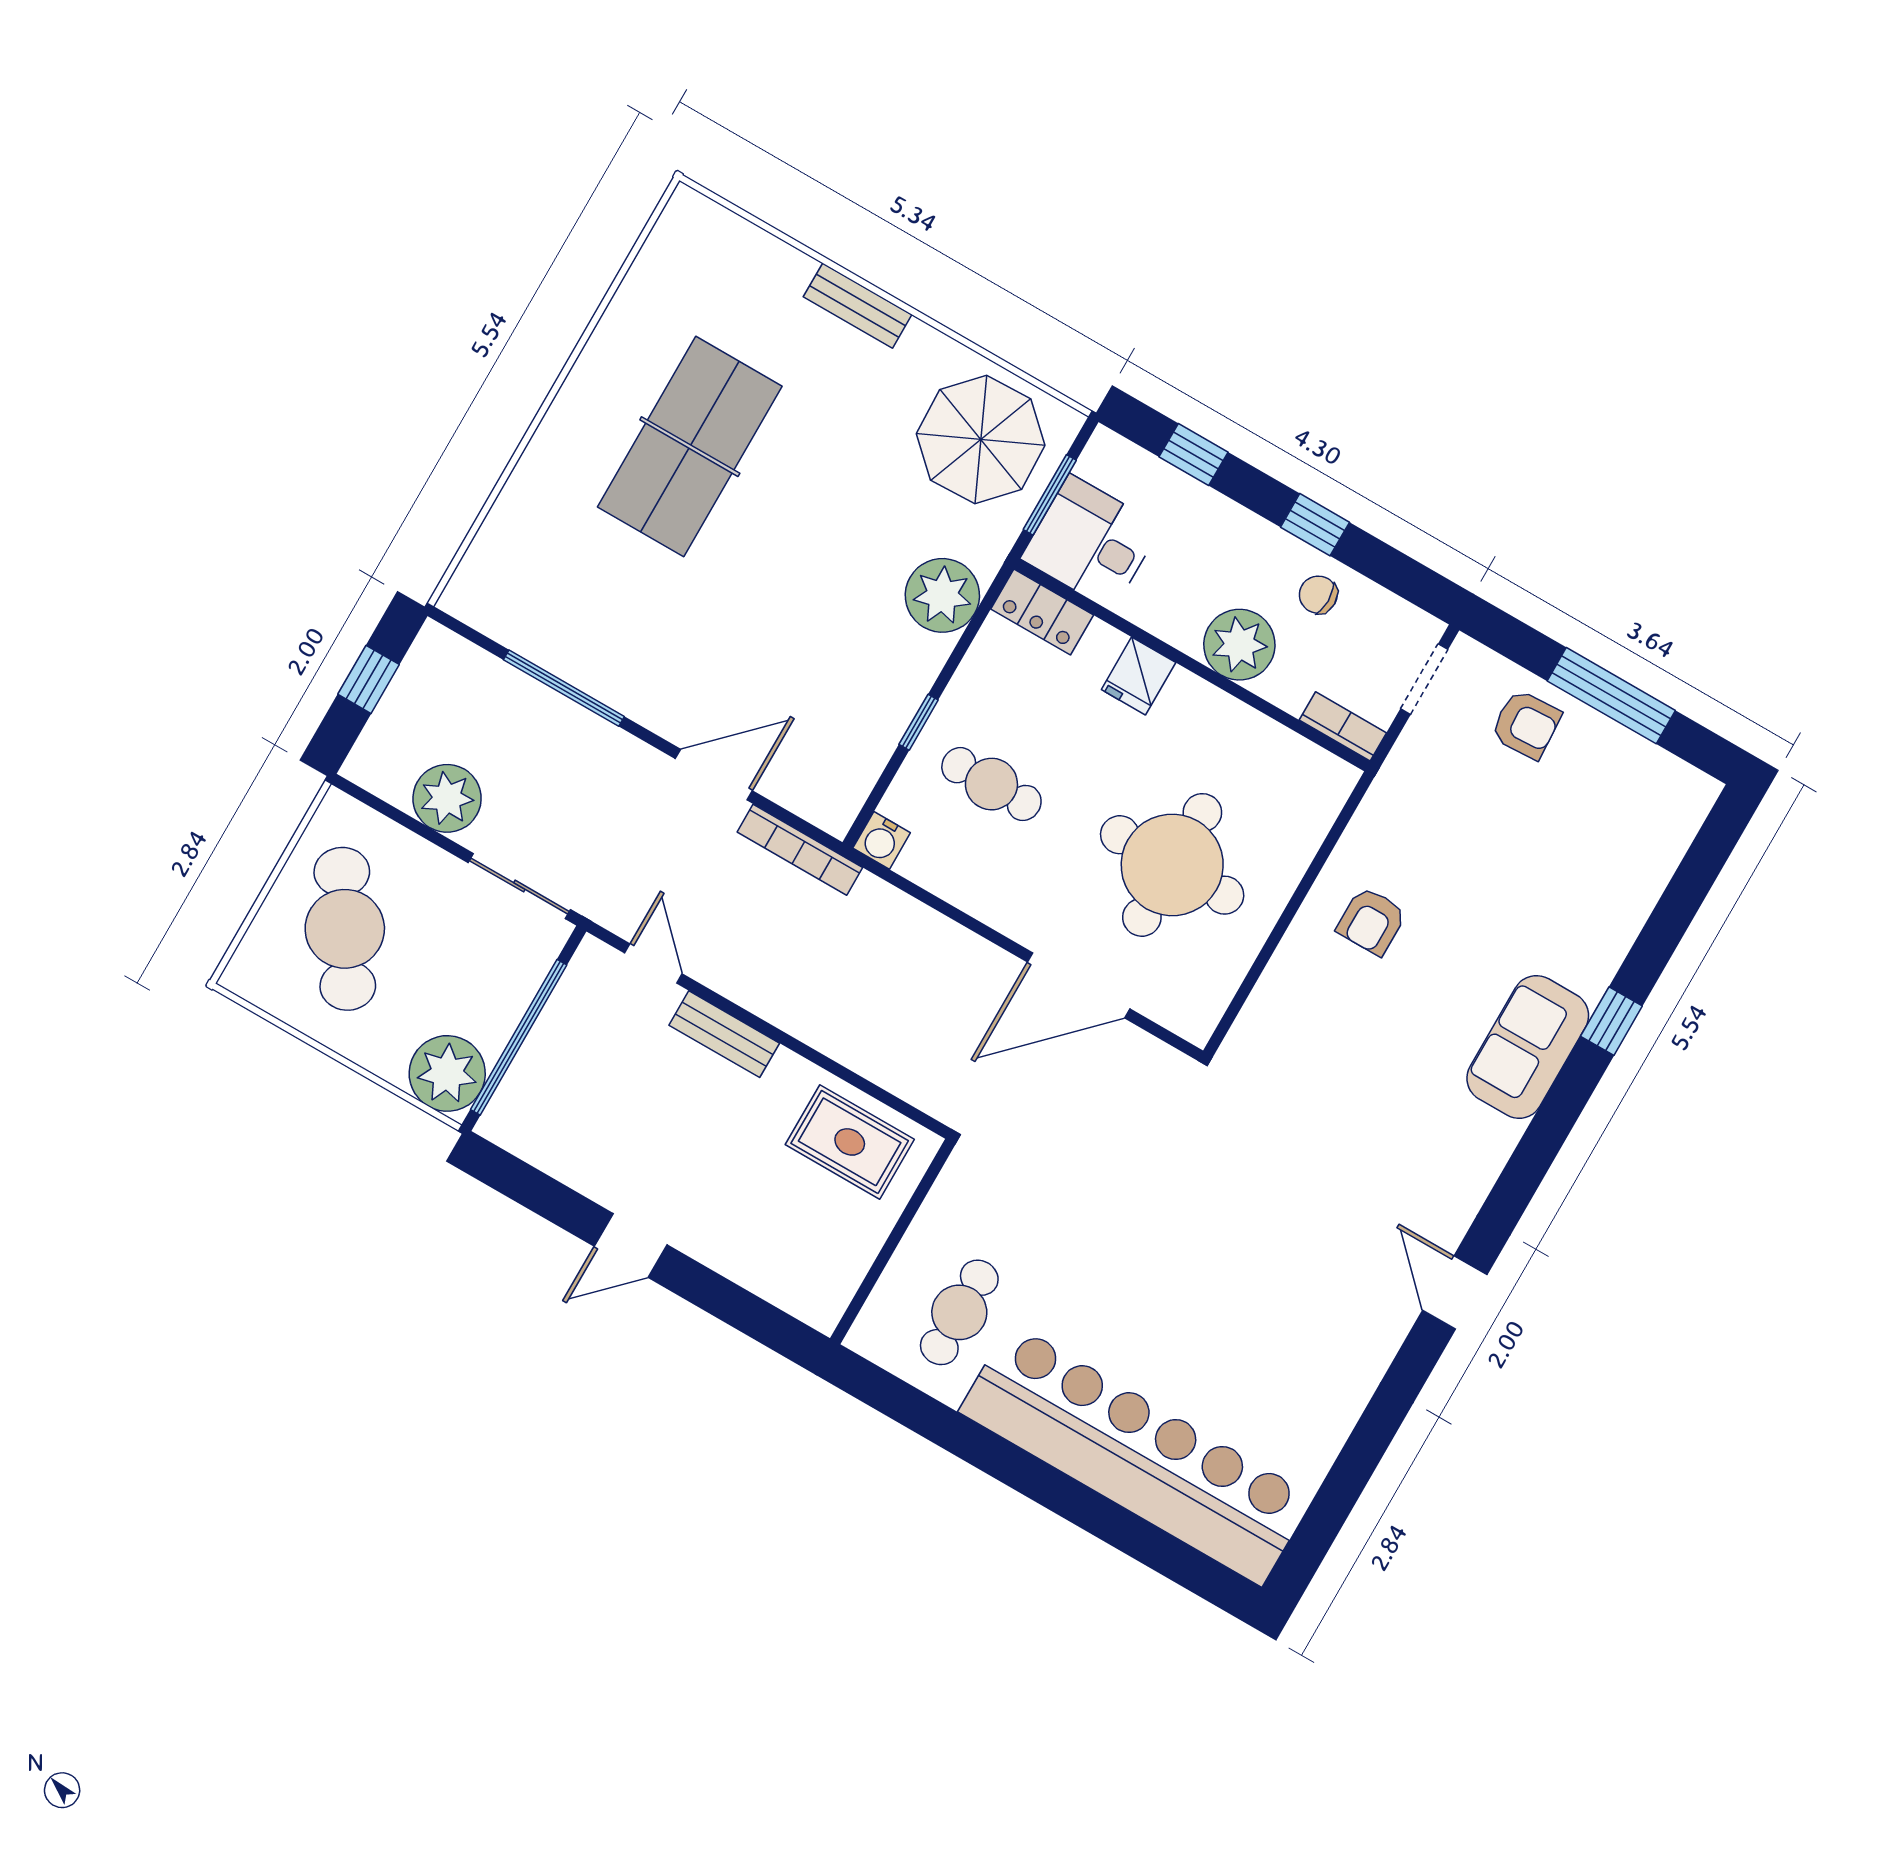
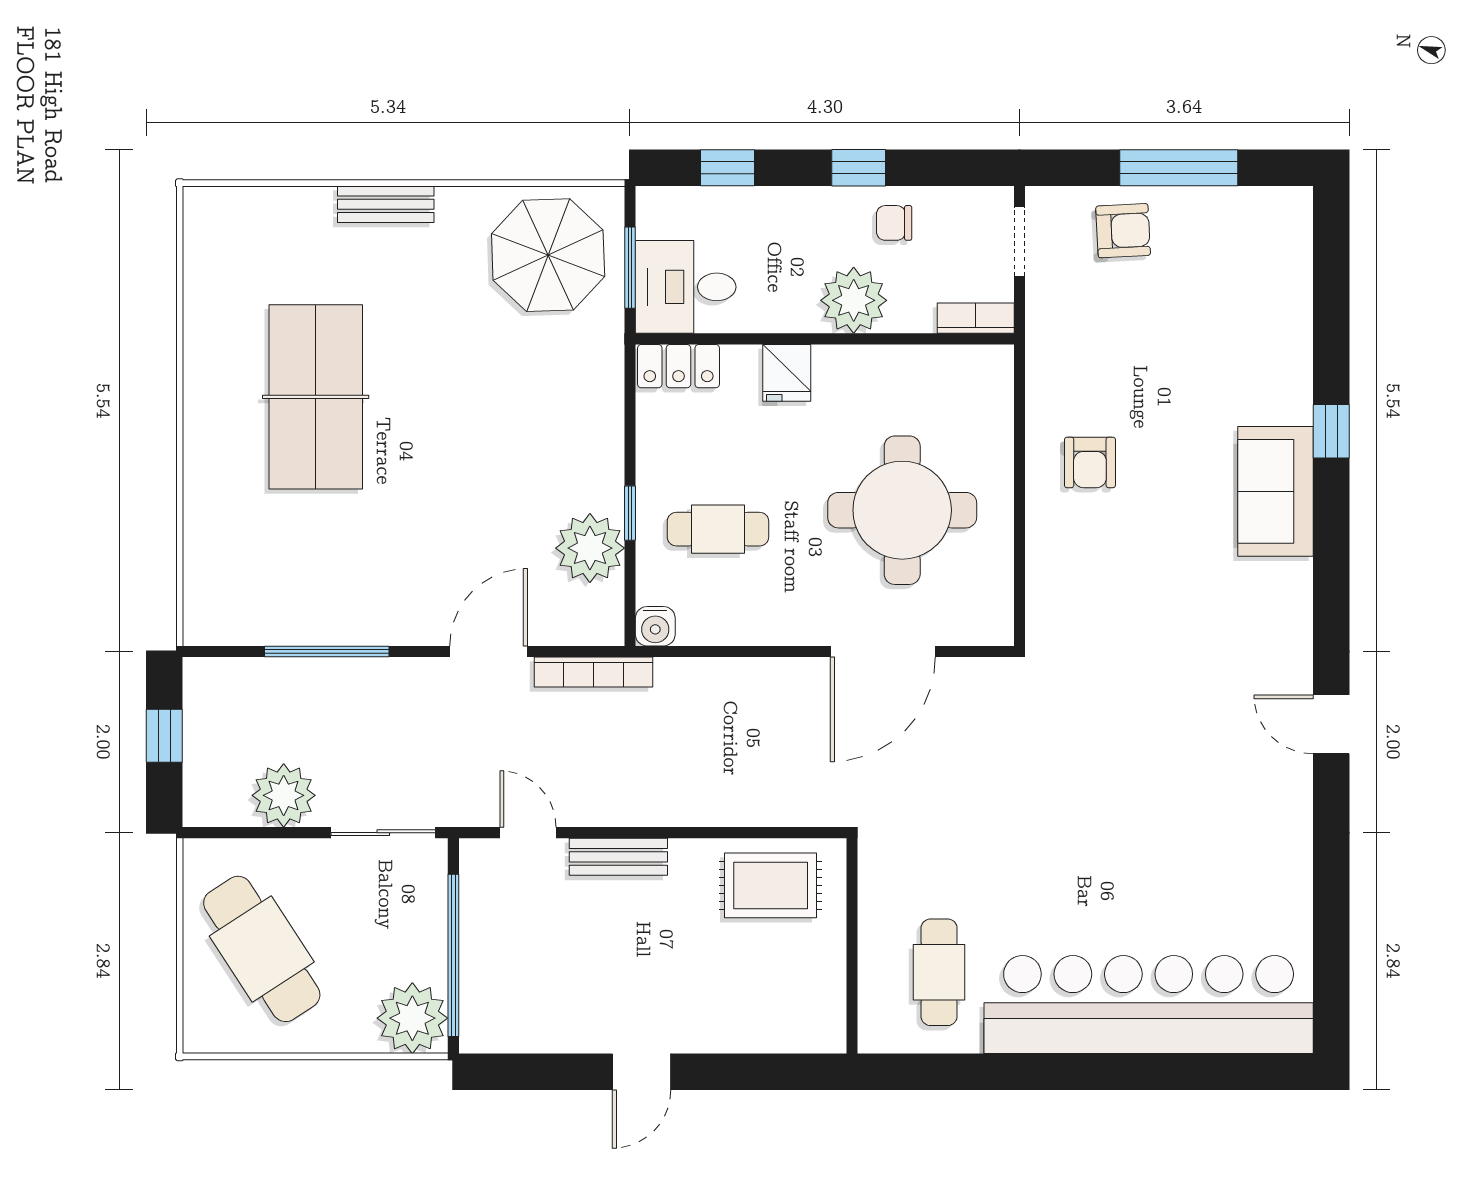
plant: (942, 595) -> (590, 548), moved

